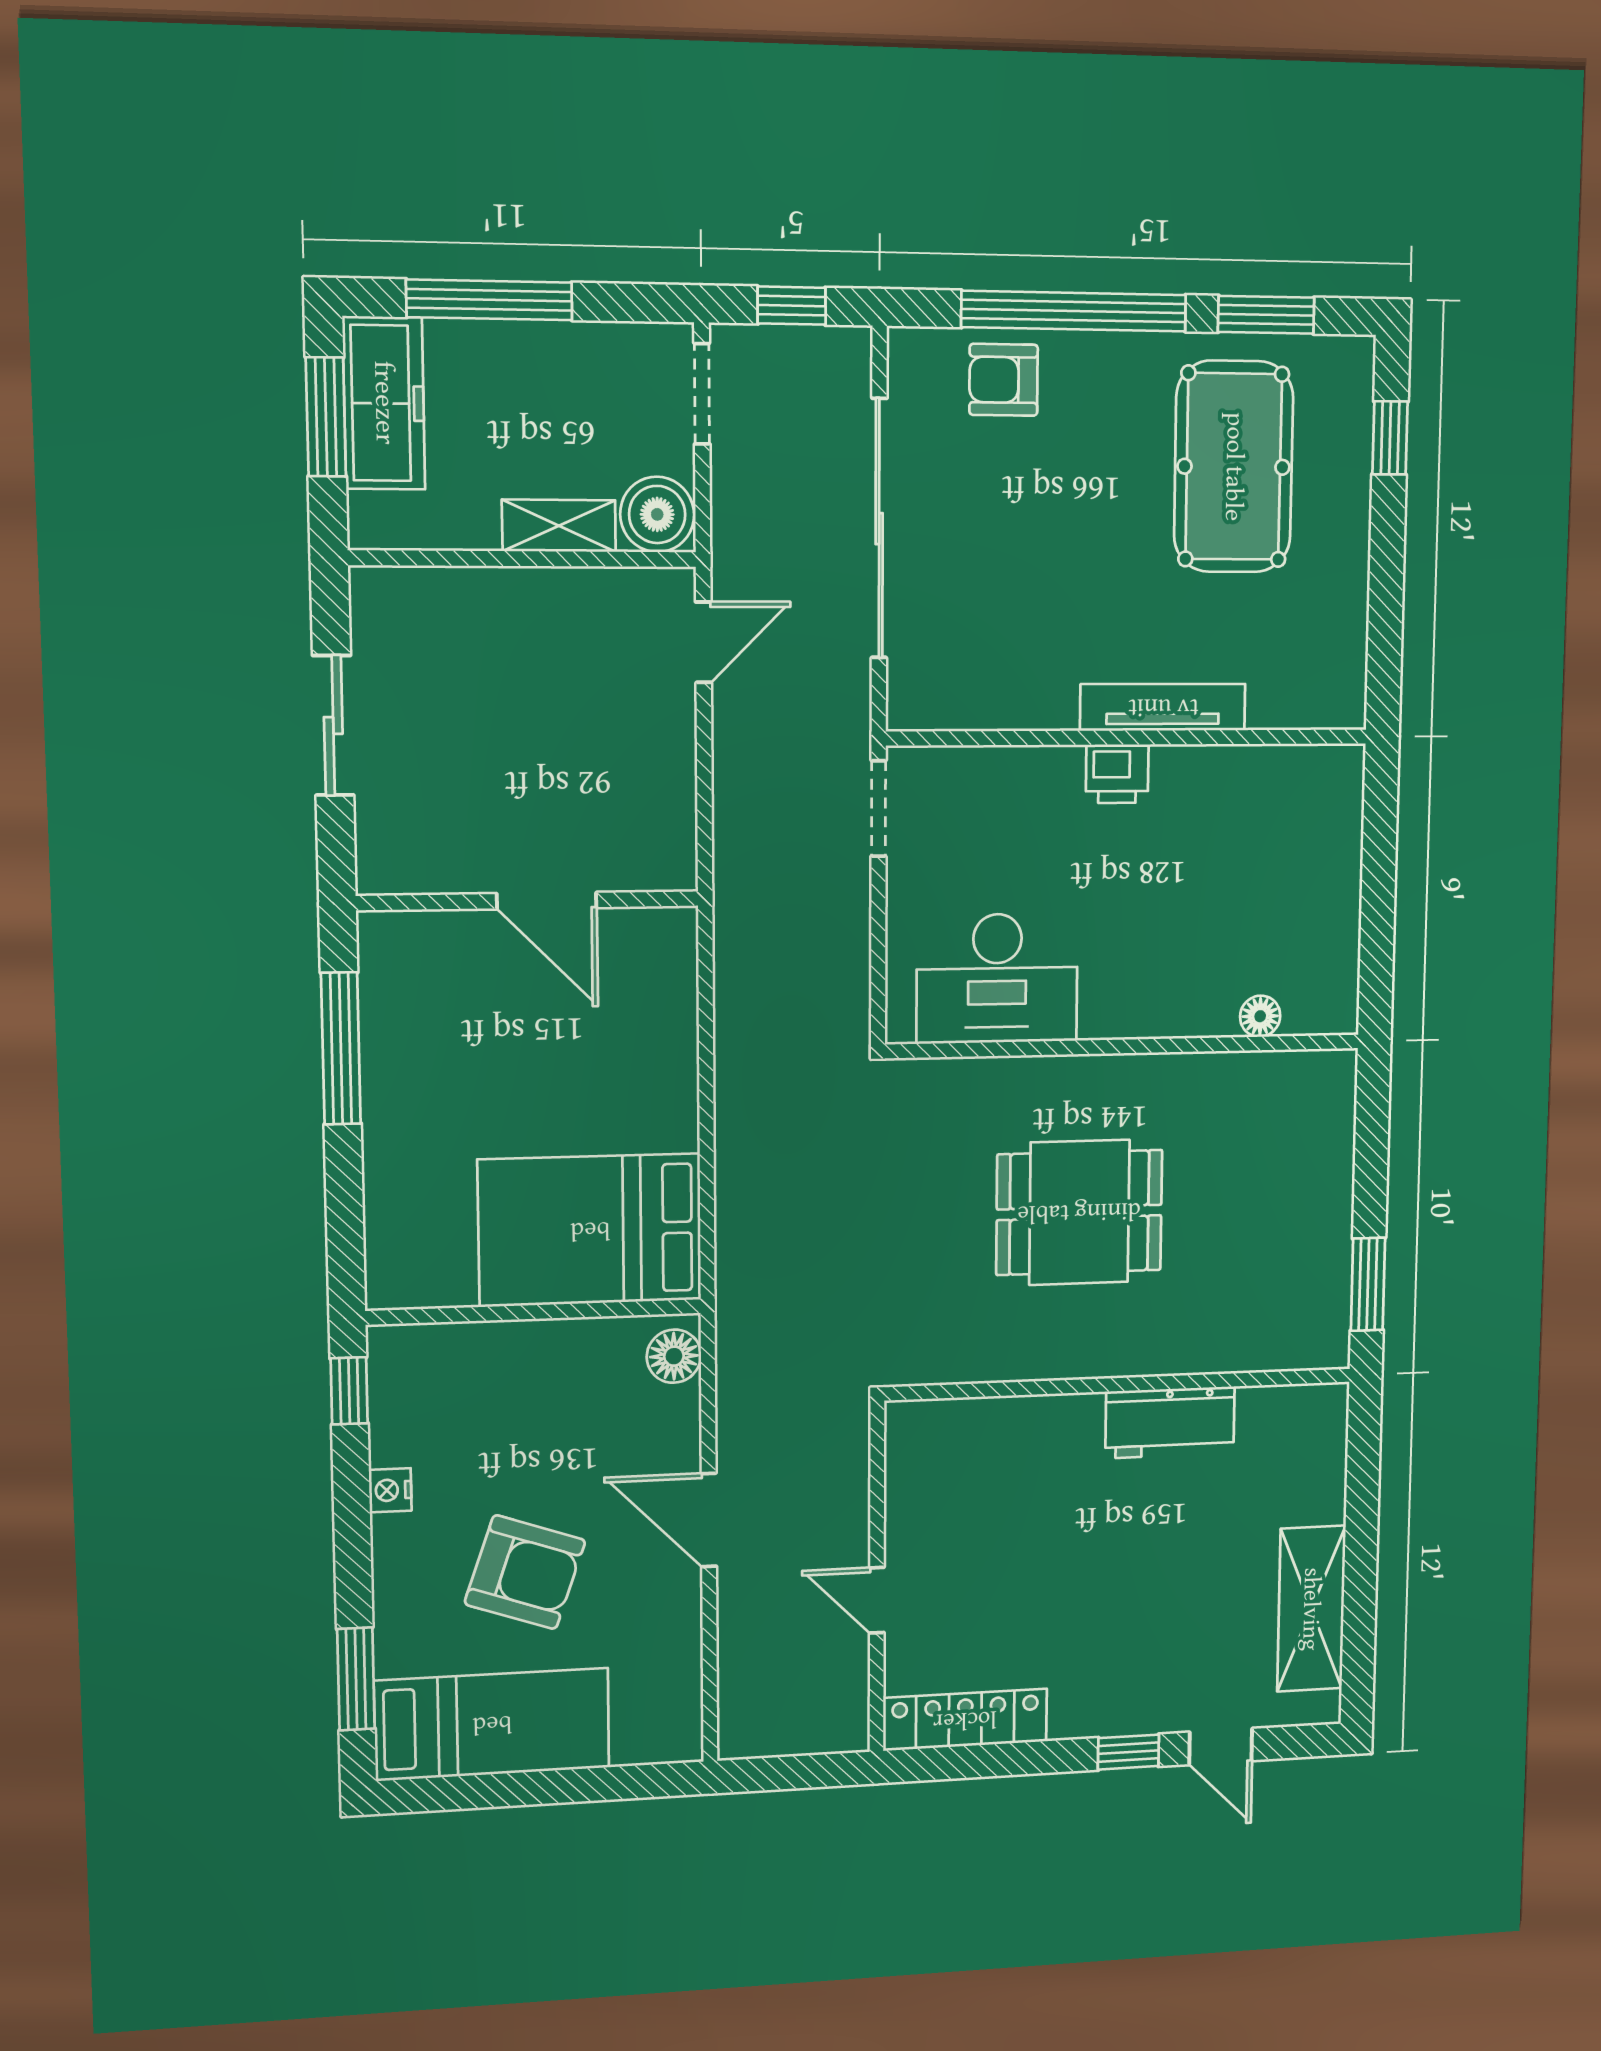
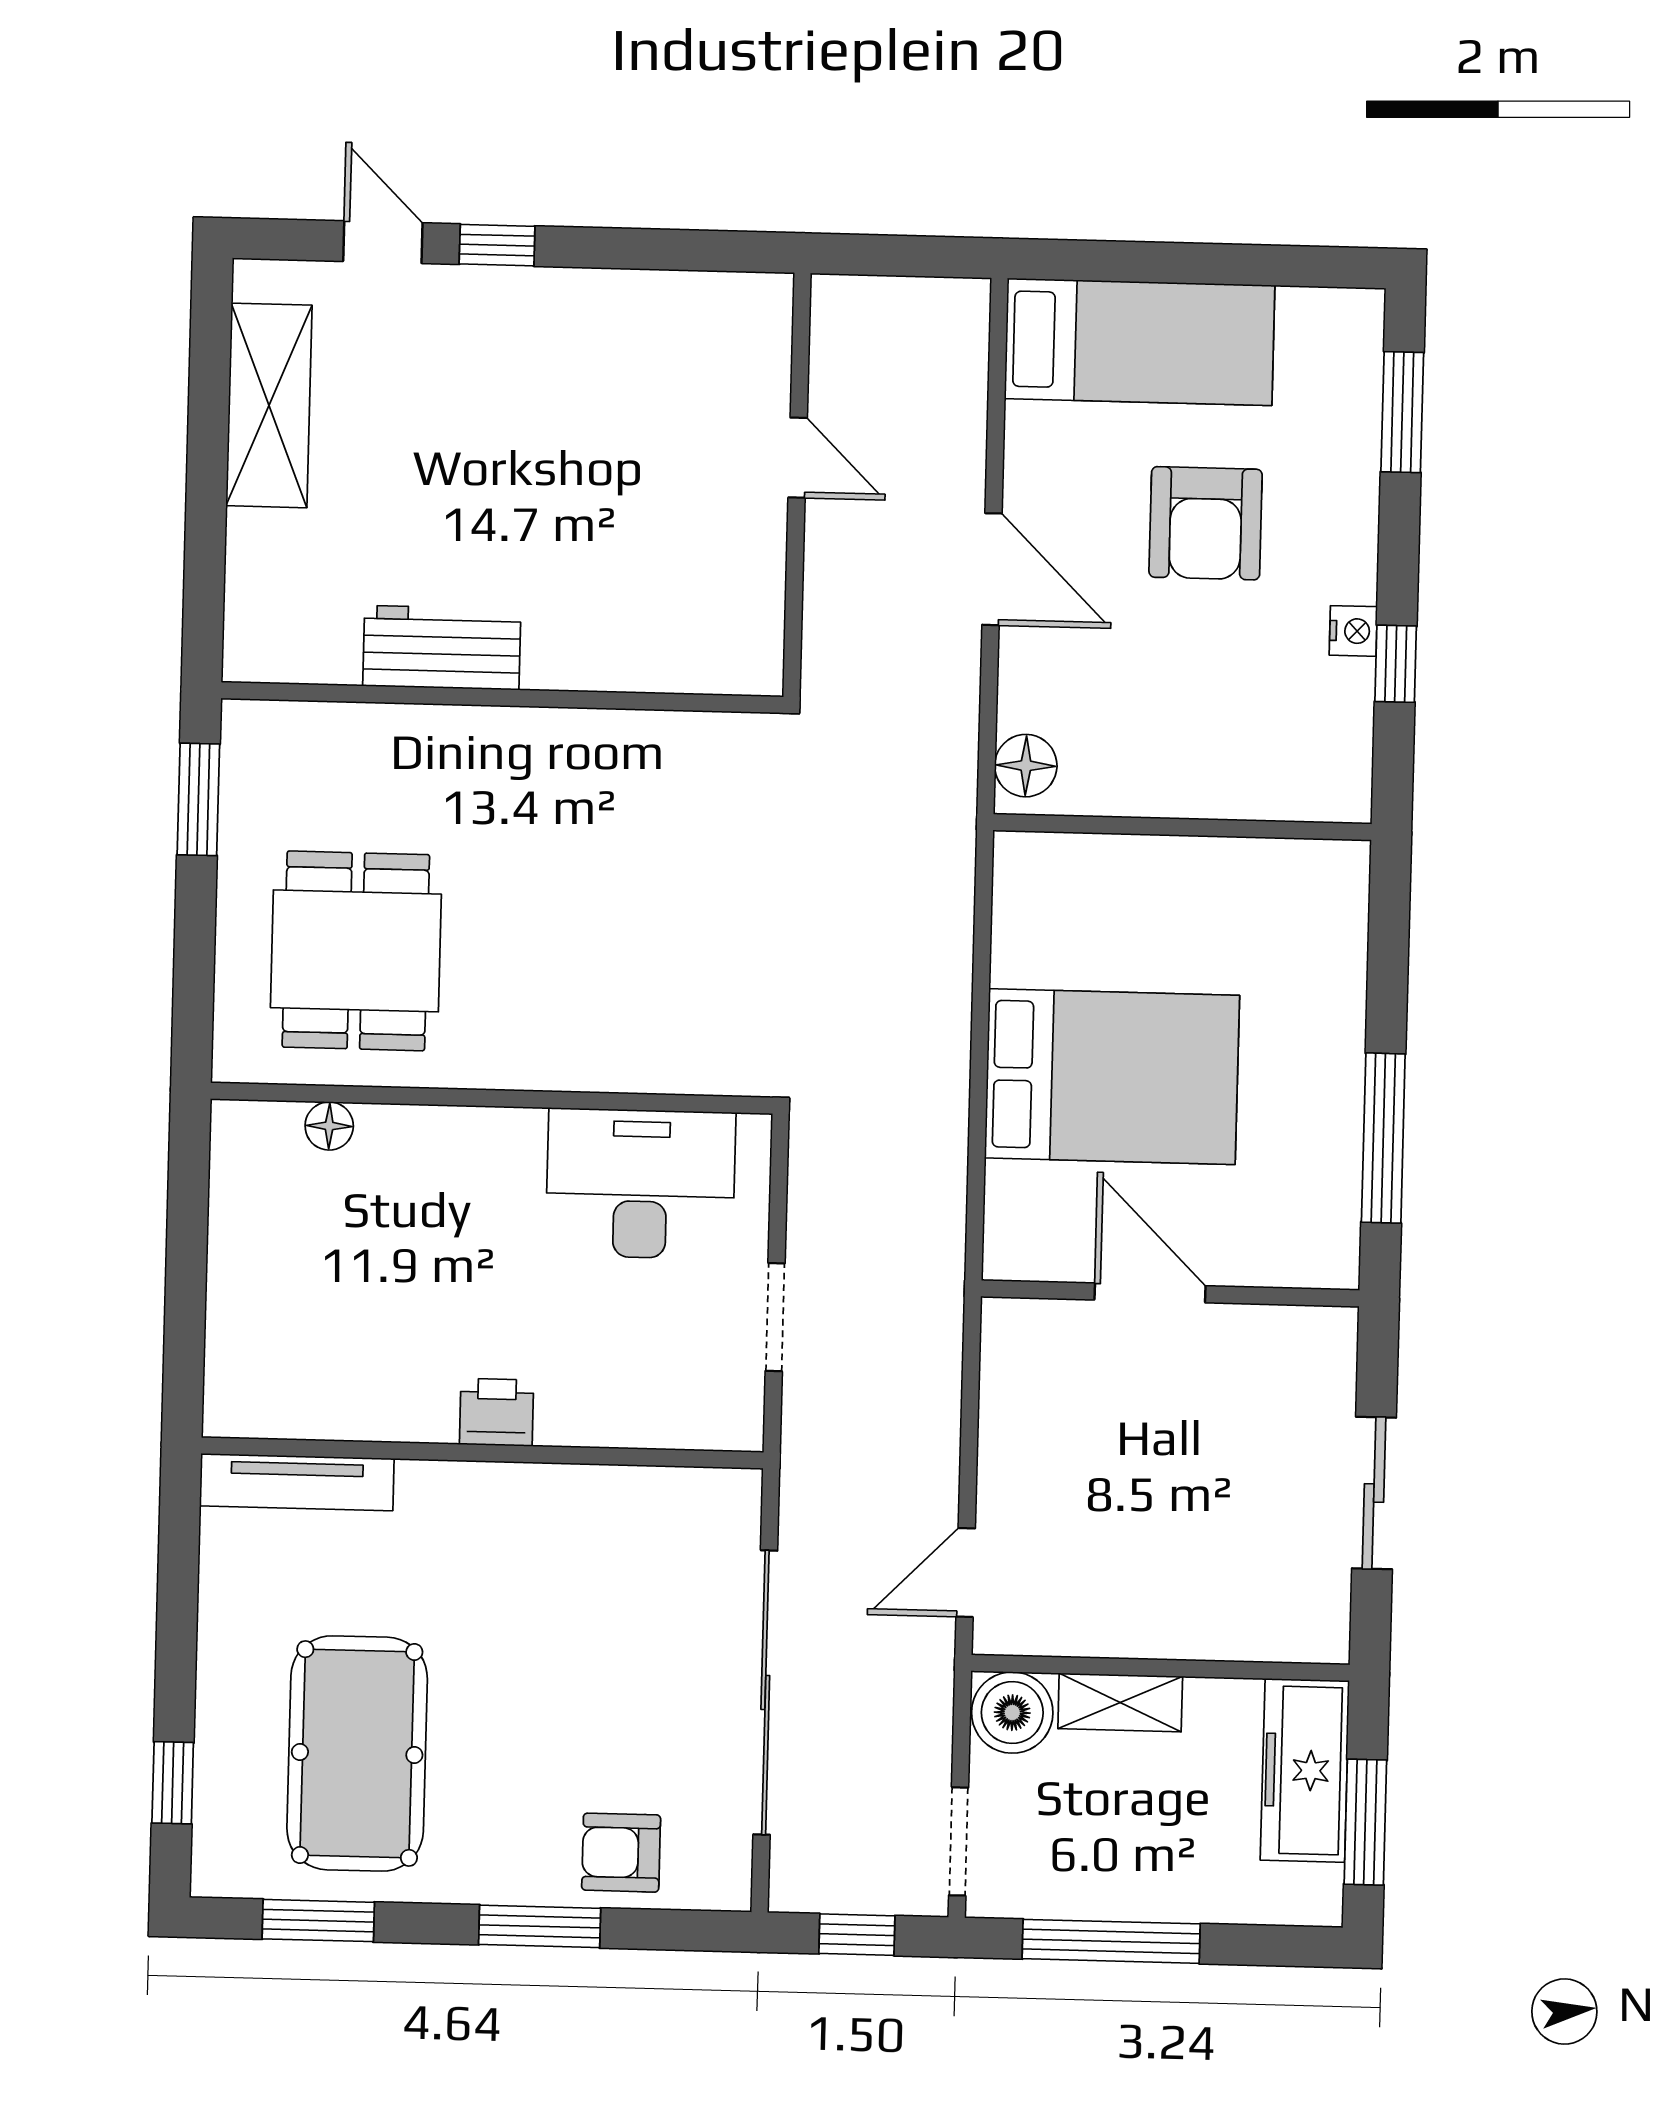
window: (489, 300) -> (1111, 1941), moved
window: (1074, 311) -> (540, 1926), width x0.47
armchair: (1004, 380) -> (621, 1853), turned 180
freezer: (384, 403) -> (1305, 1770), moved
tv unit: (1163, 707) -> (297, 1482), moved
doorway: (879, 809) -> (775, 1317), moved
dining table: (1079, 1212) -> (356, 951), moved, turned 90
bed: (590, 1230) -> (1112, 1077), moved
window: (349, 1391) -> (1396, 664), moved
armchair: (525, 1572) -> (1206, 523), turned -109
locker: (965, 1720) -> (695, 303), removed
bed: (492, 1724) -> (1140, 342), moved, turned 180

